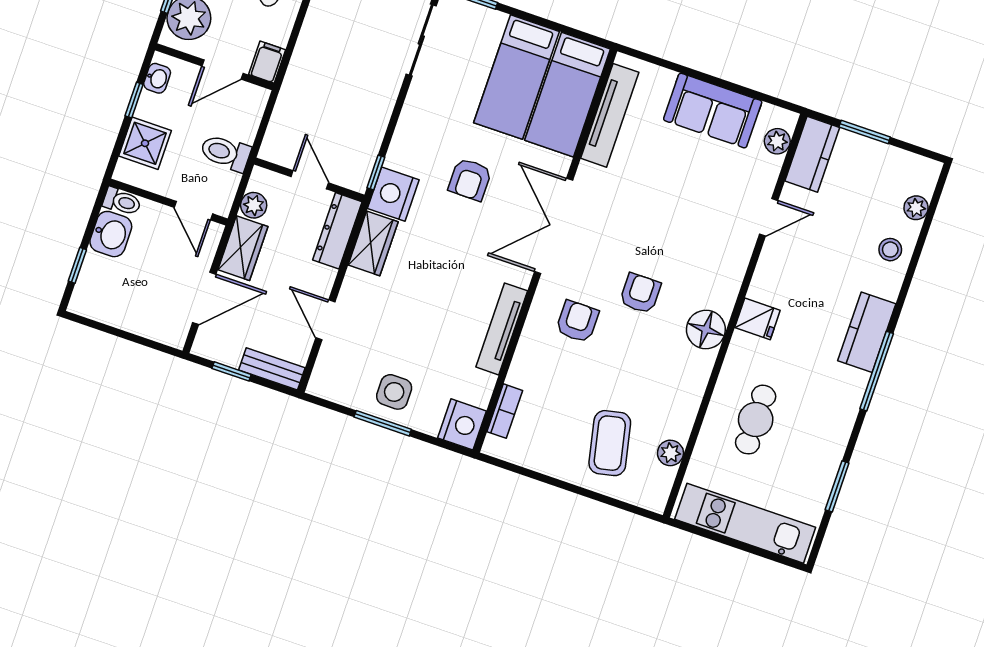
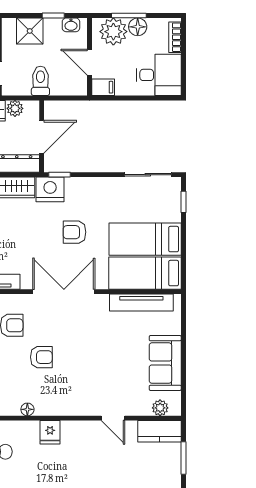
door: (310, 180) -> (42, 137), width x1.38
floor lamp: (706, 330) -> (27, 409), width x0.53, depth x0.53

